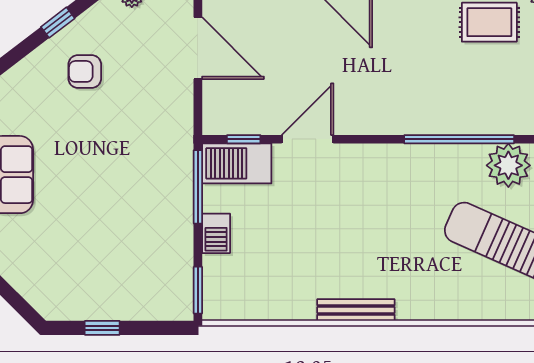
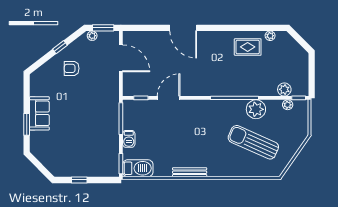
barbecue: (237, 163) -> (138, 168), moved, turned 180

